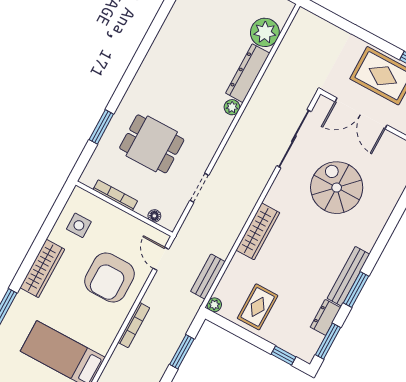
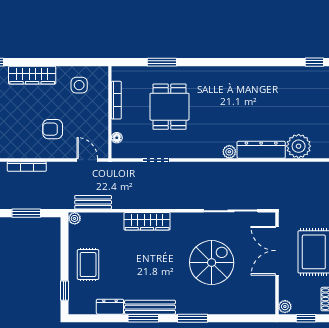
door: (161, 259) -> (87, 160), hinge flipped
armchair: (110, 278) -> (53, 129), width x0.53, depth x0.53
rug: (258, 307) -> (88, 265), moved, turned 90
window: (328, 341) -> (192, 318), moved

